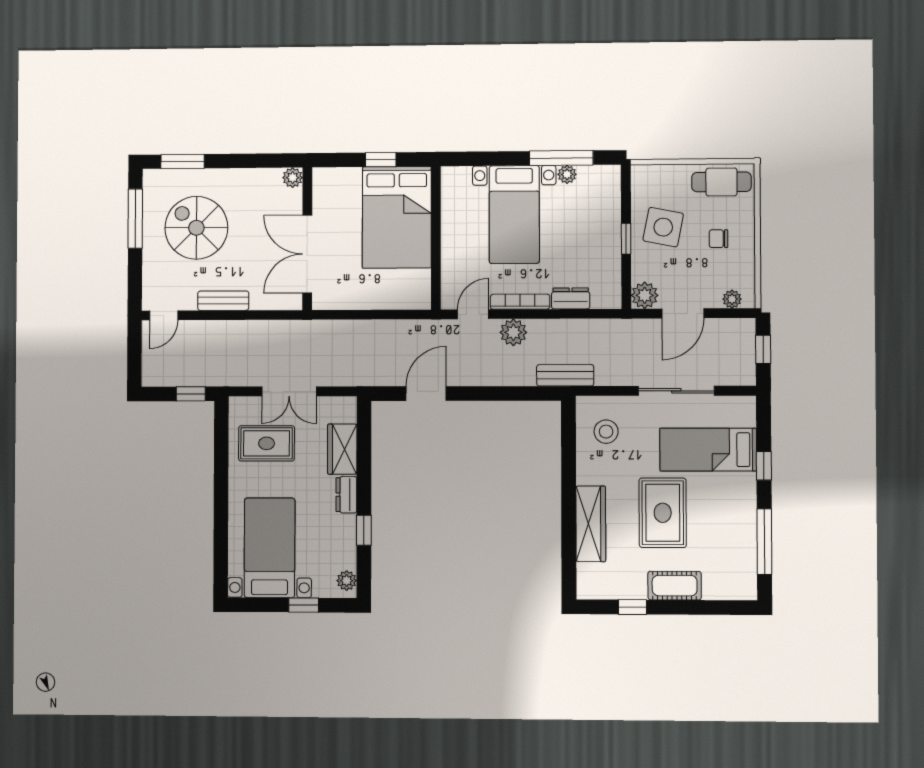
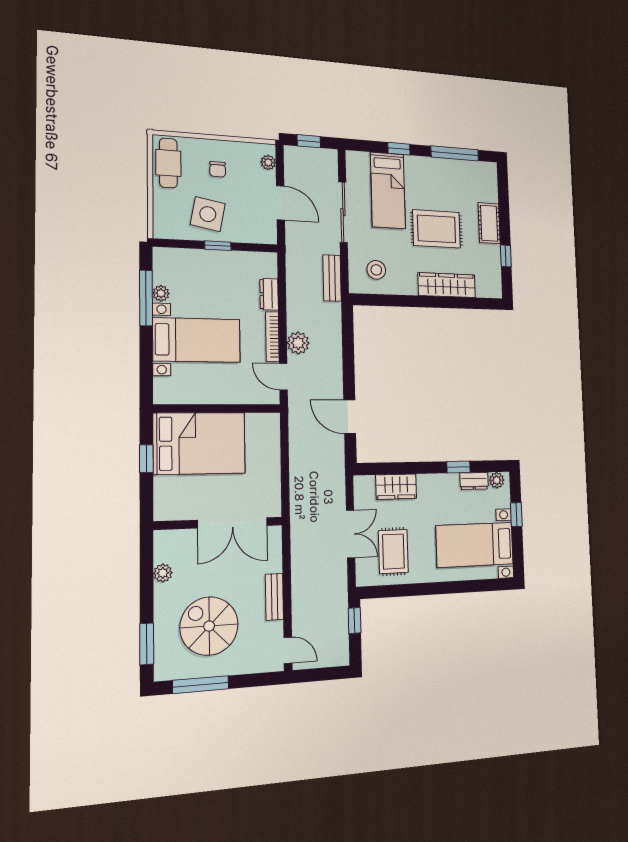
plant: (293, 178) -> (163, 573), moved
spiral stairs: (196, 228) -> (209, 626), turned 90
plant: (645, 295) -> (266, 233), removed
bench: (565, 375) -> (332, 278), moved
dresser: (346, 495) -> (474, 481), moved

